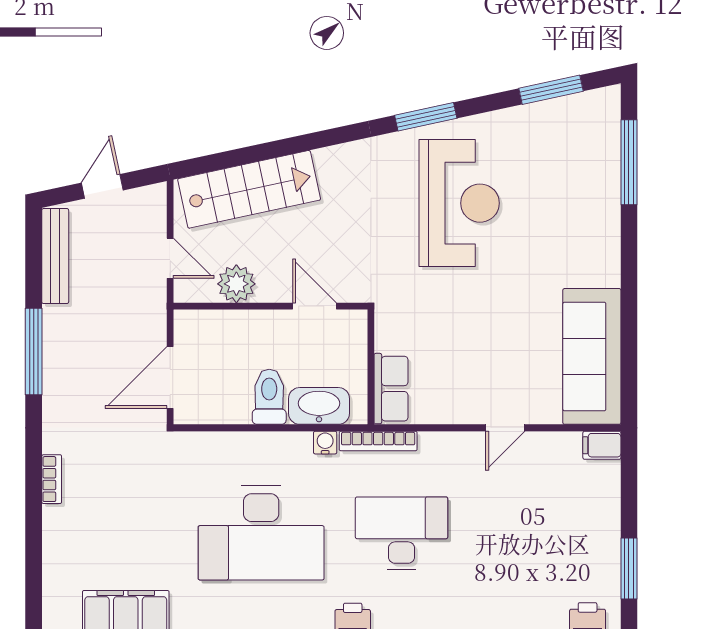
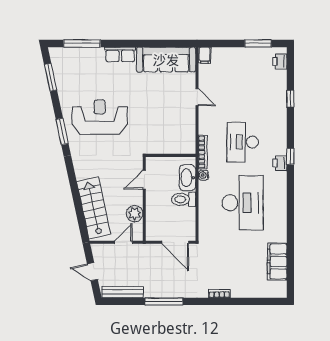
row of seats: (391, 389) -> (120, 54), moved, turned 180

